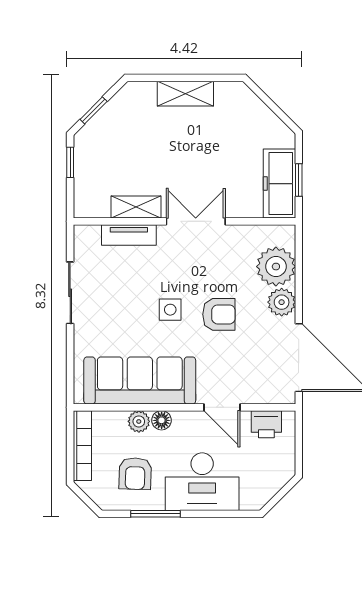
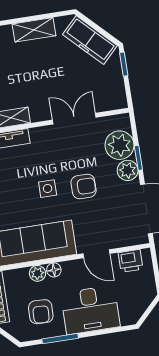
window: (299, 180) -> (124, 64), moved
freezer: (279, 184) -> (90, 40), moved, turned -45
double door: (196, 221) -> (74, 119), moved
window: (299, 288) -> (138, 158), added

